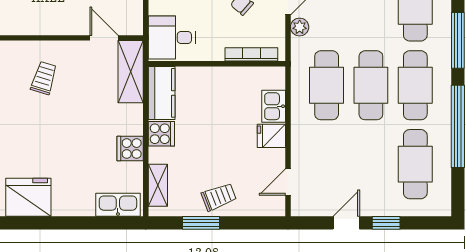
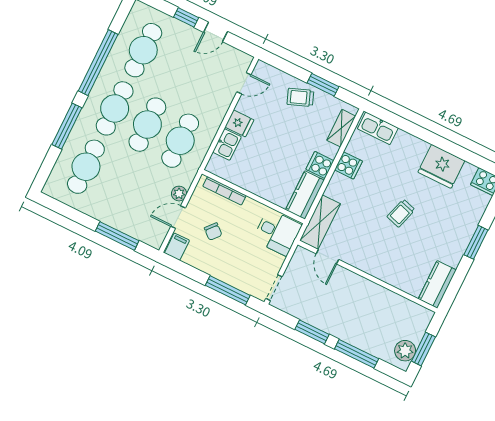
trolley: (44, 78) -> (401, 213), moved

